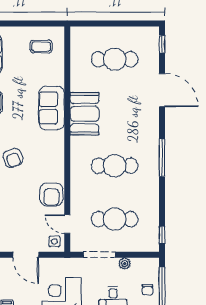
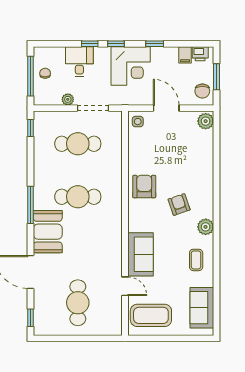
coffee table: (41, 47) -> (151, 315), width x1.86, depth x1.72
cafe table: (115, 59) -> (78, 303), turned 90
booth: (84, 114) -> (48, 232), moved
armchair: (51, 194) -> (144, 187), moved
door: (67, 224) -> (125, 286), moved

